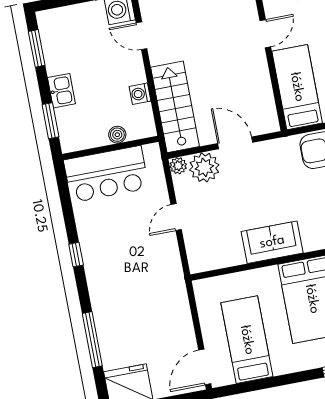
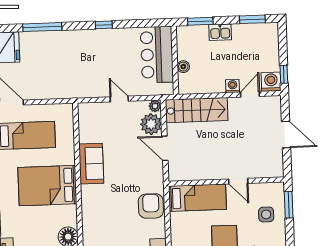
washing machine: (140, 94) -> (233, 86), moved
door: (235, 143) -> (165, 148), swing flipped

